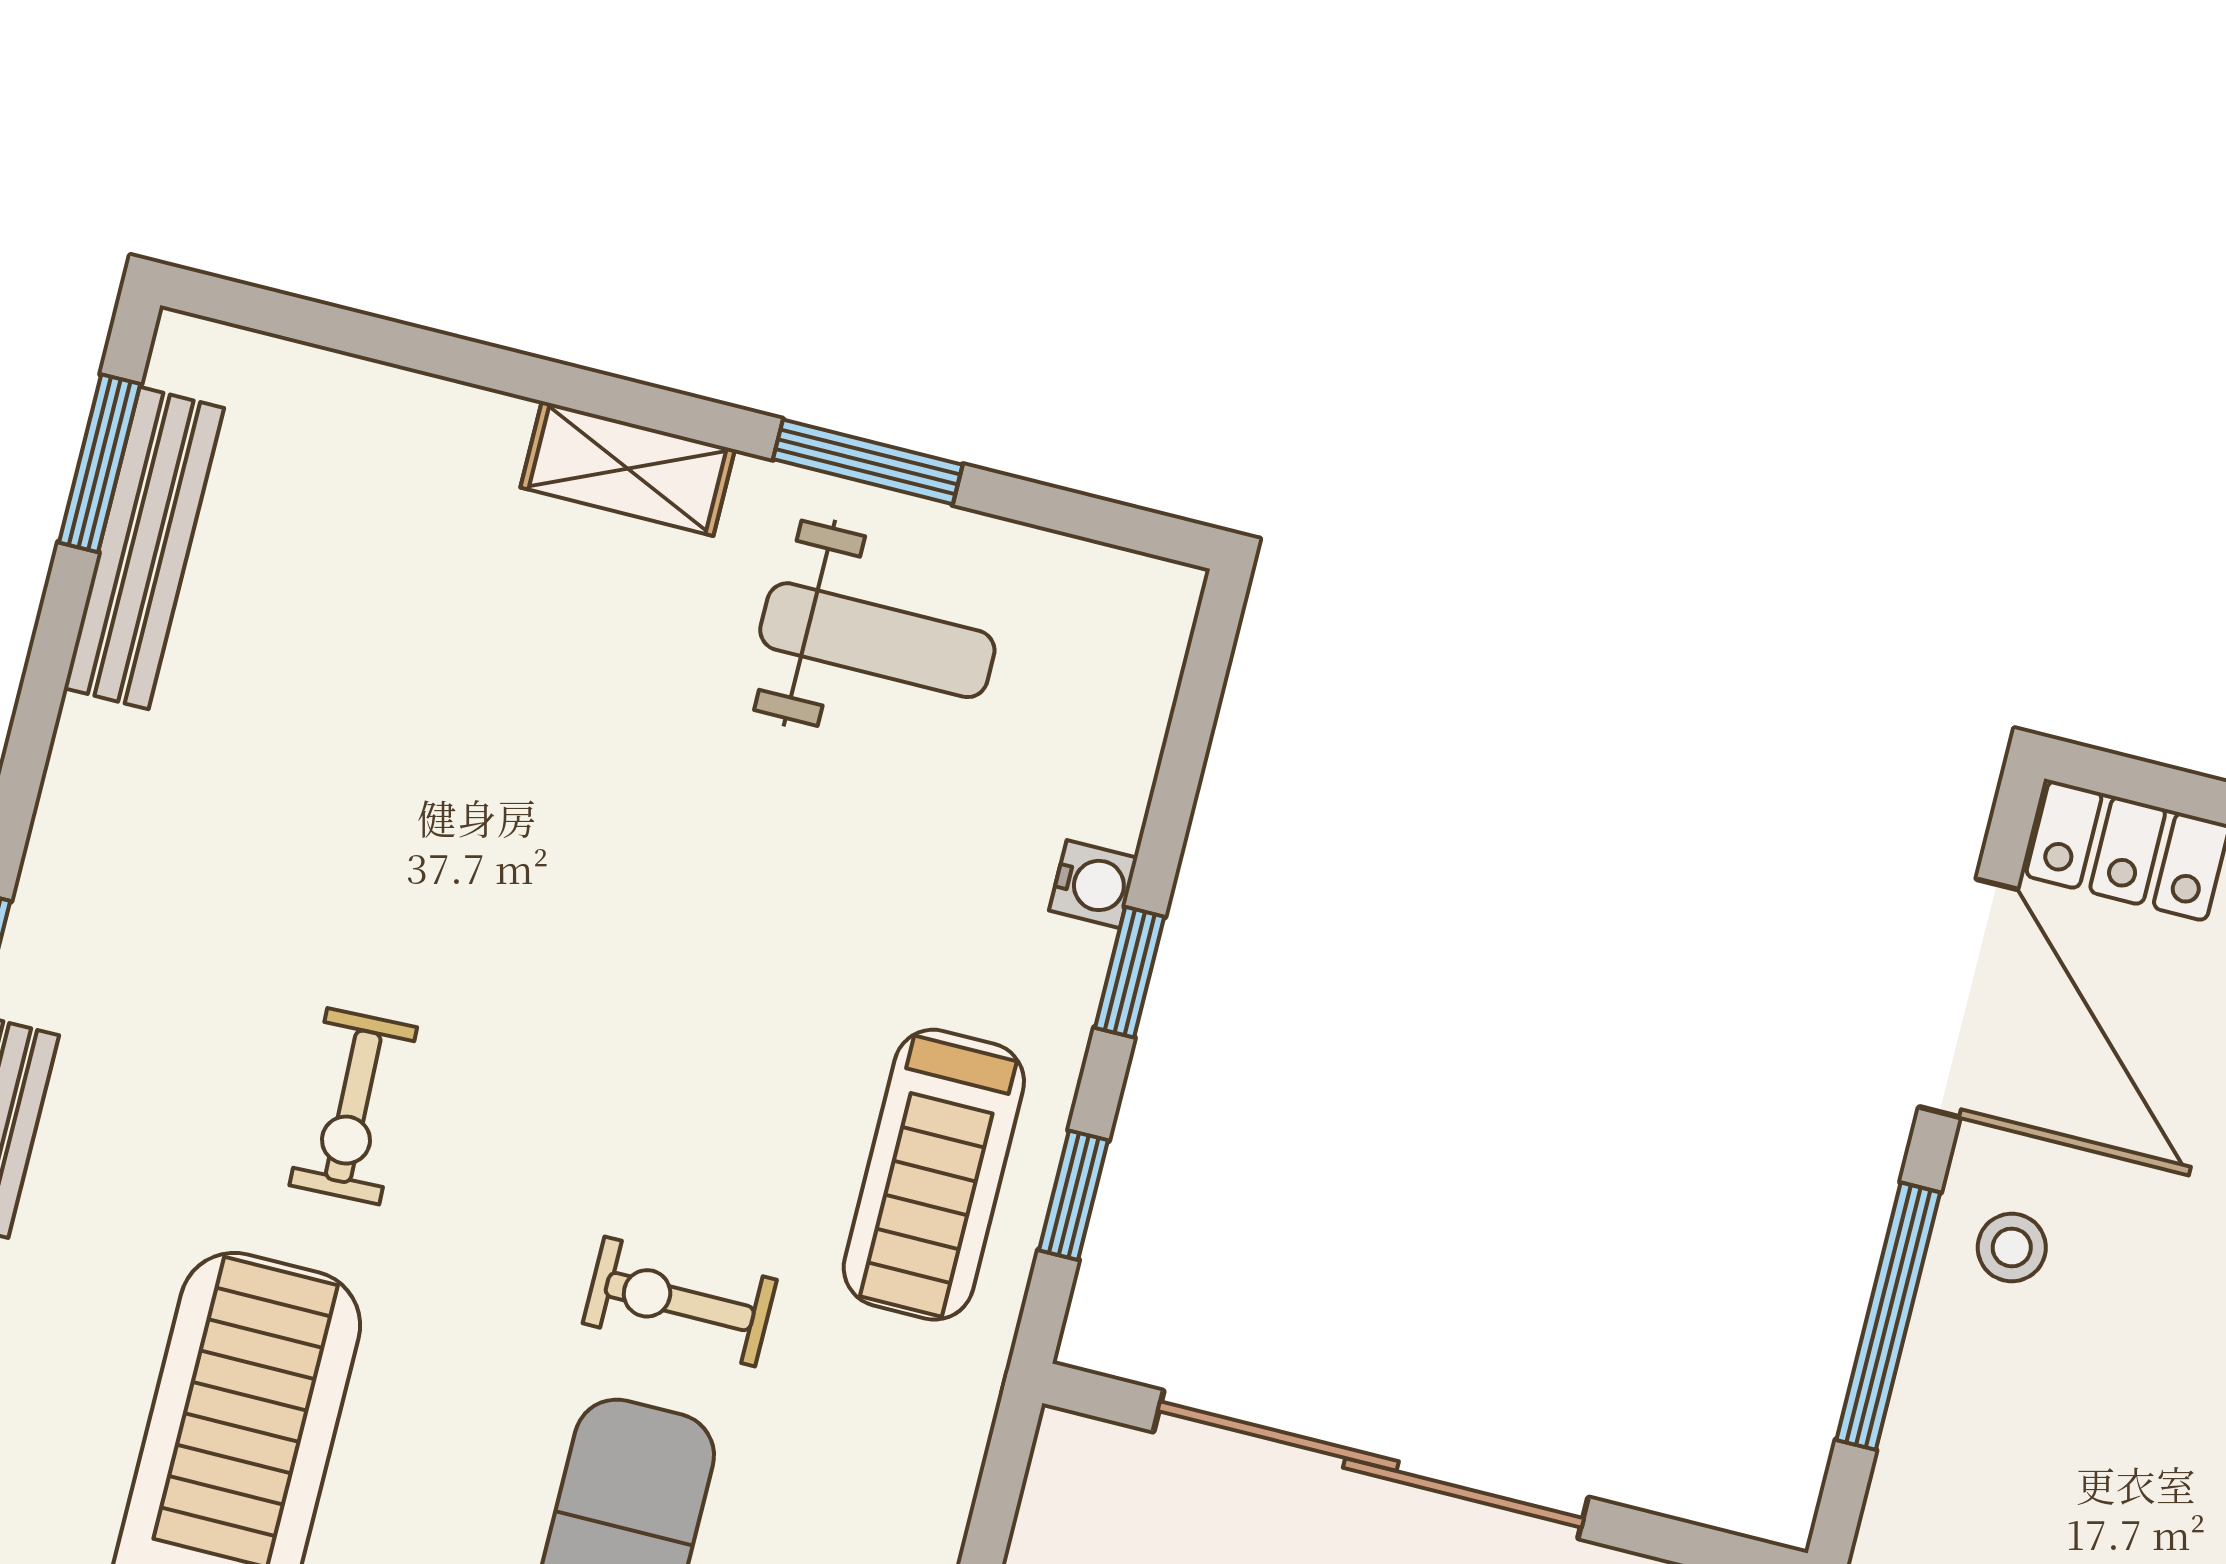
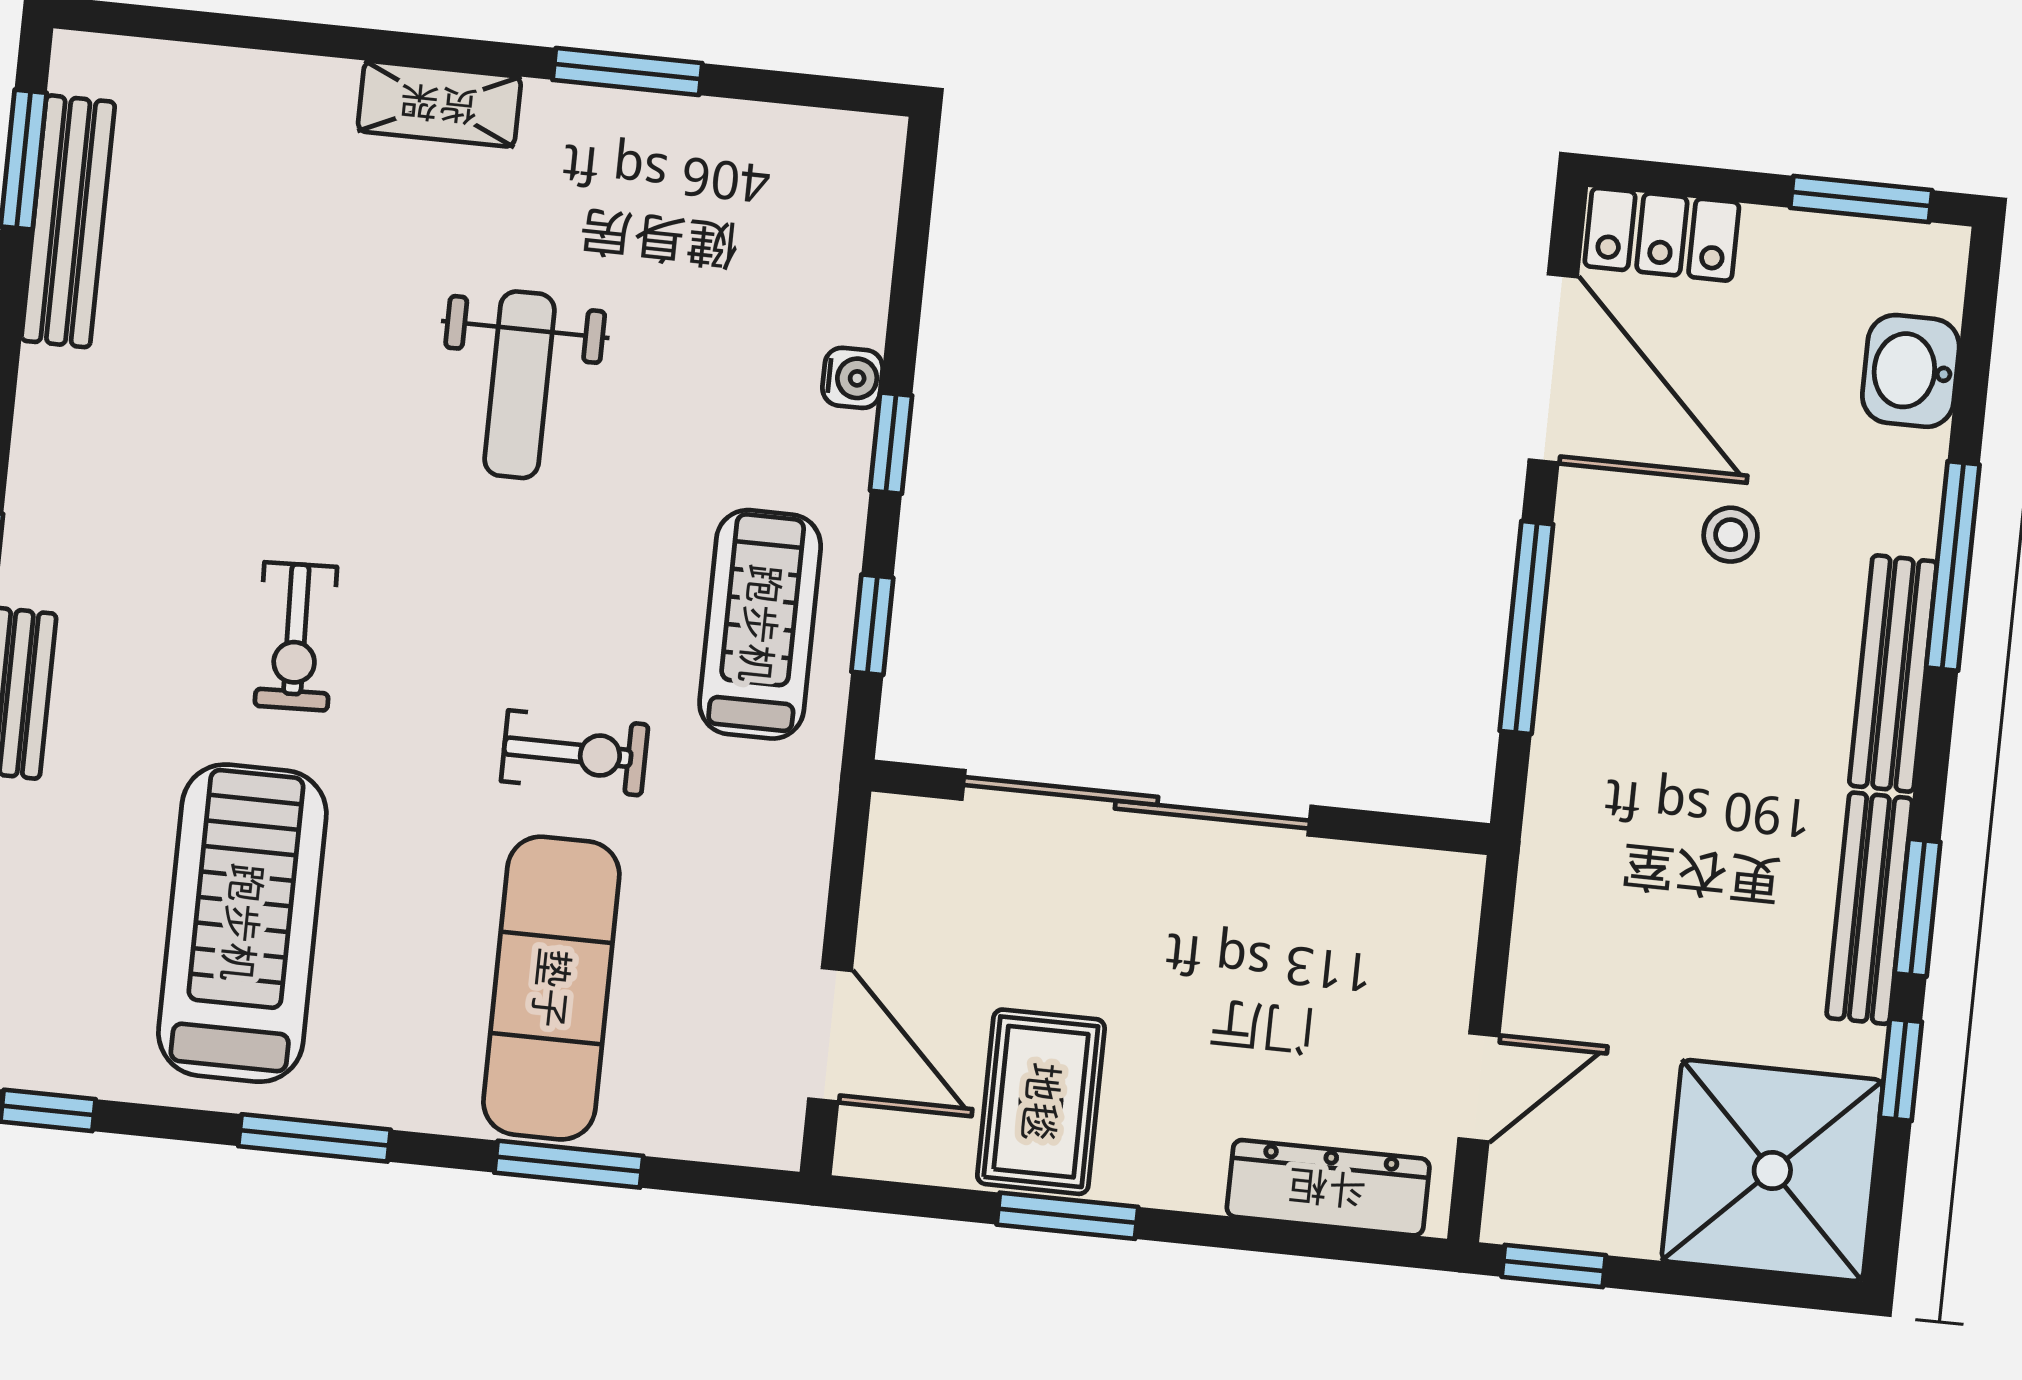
weight bench: (877, 640) -> (519, 385), moved, turned 90
treadmill: (934, 1175) -> (760, 624), turned 180
stool: (2012, 1248) -> (1731, 535), moved
exercise bike: (680, 1302) -> (575, 753), turned 180

